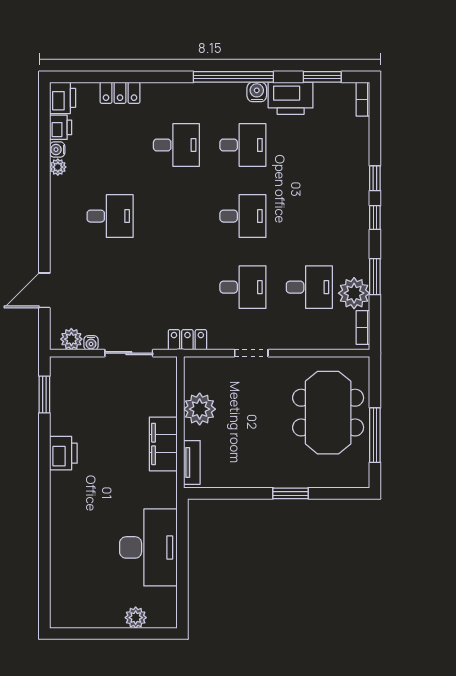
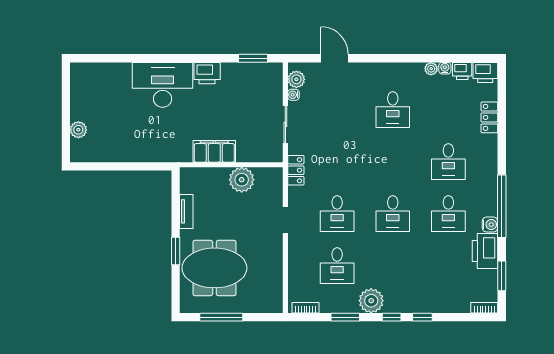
plant: (354, 293) -> (371, 301), moved
meeting table: (328, 413) -> (214, 268), moved
tv unit: (192, 462) -> (186, 211), moved, turned -90
desk: (148, 547) -> (163, 85), moved, turned 180

